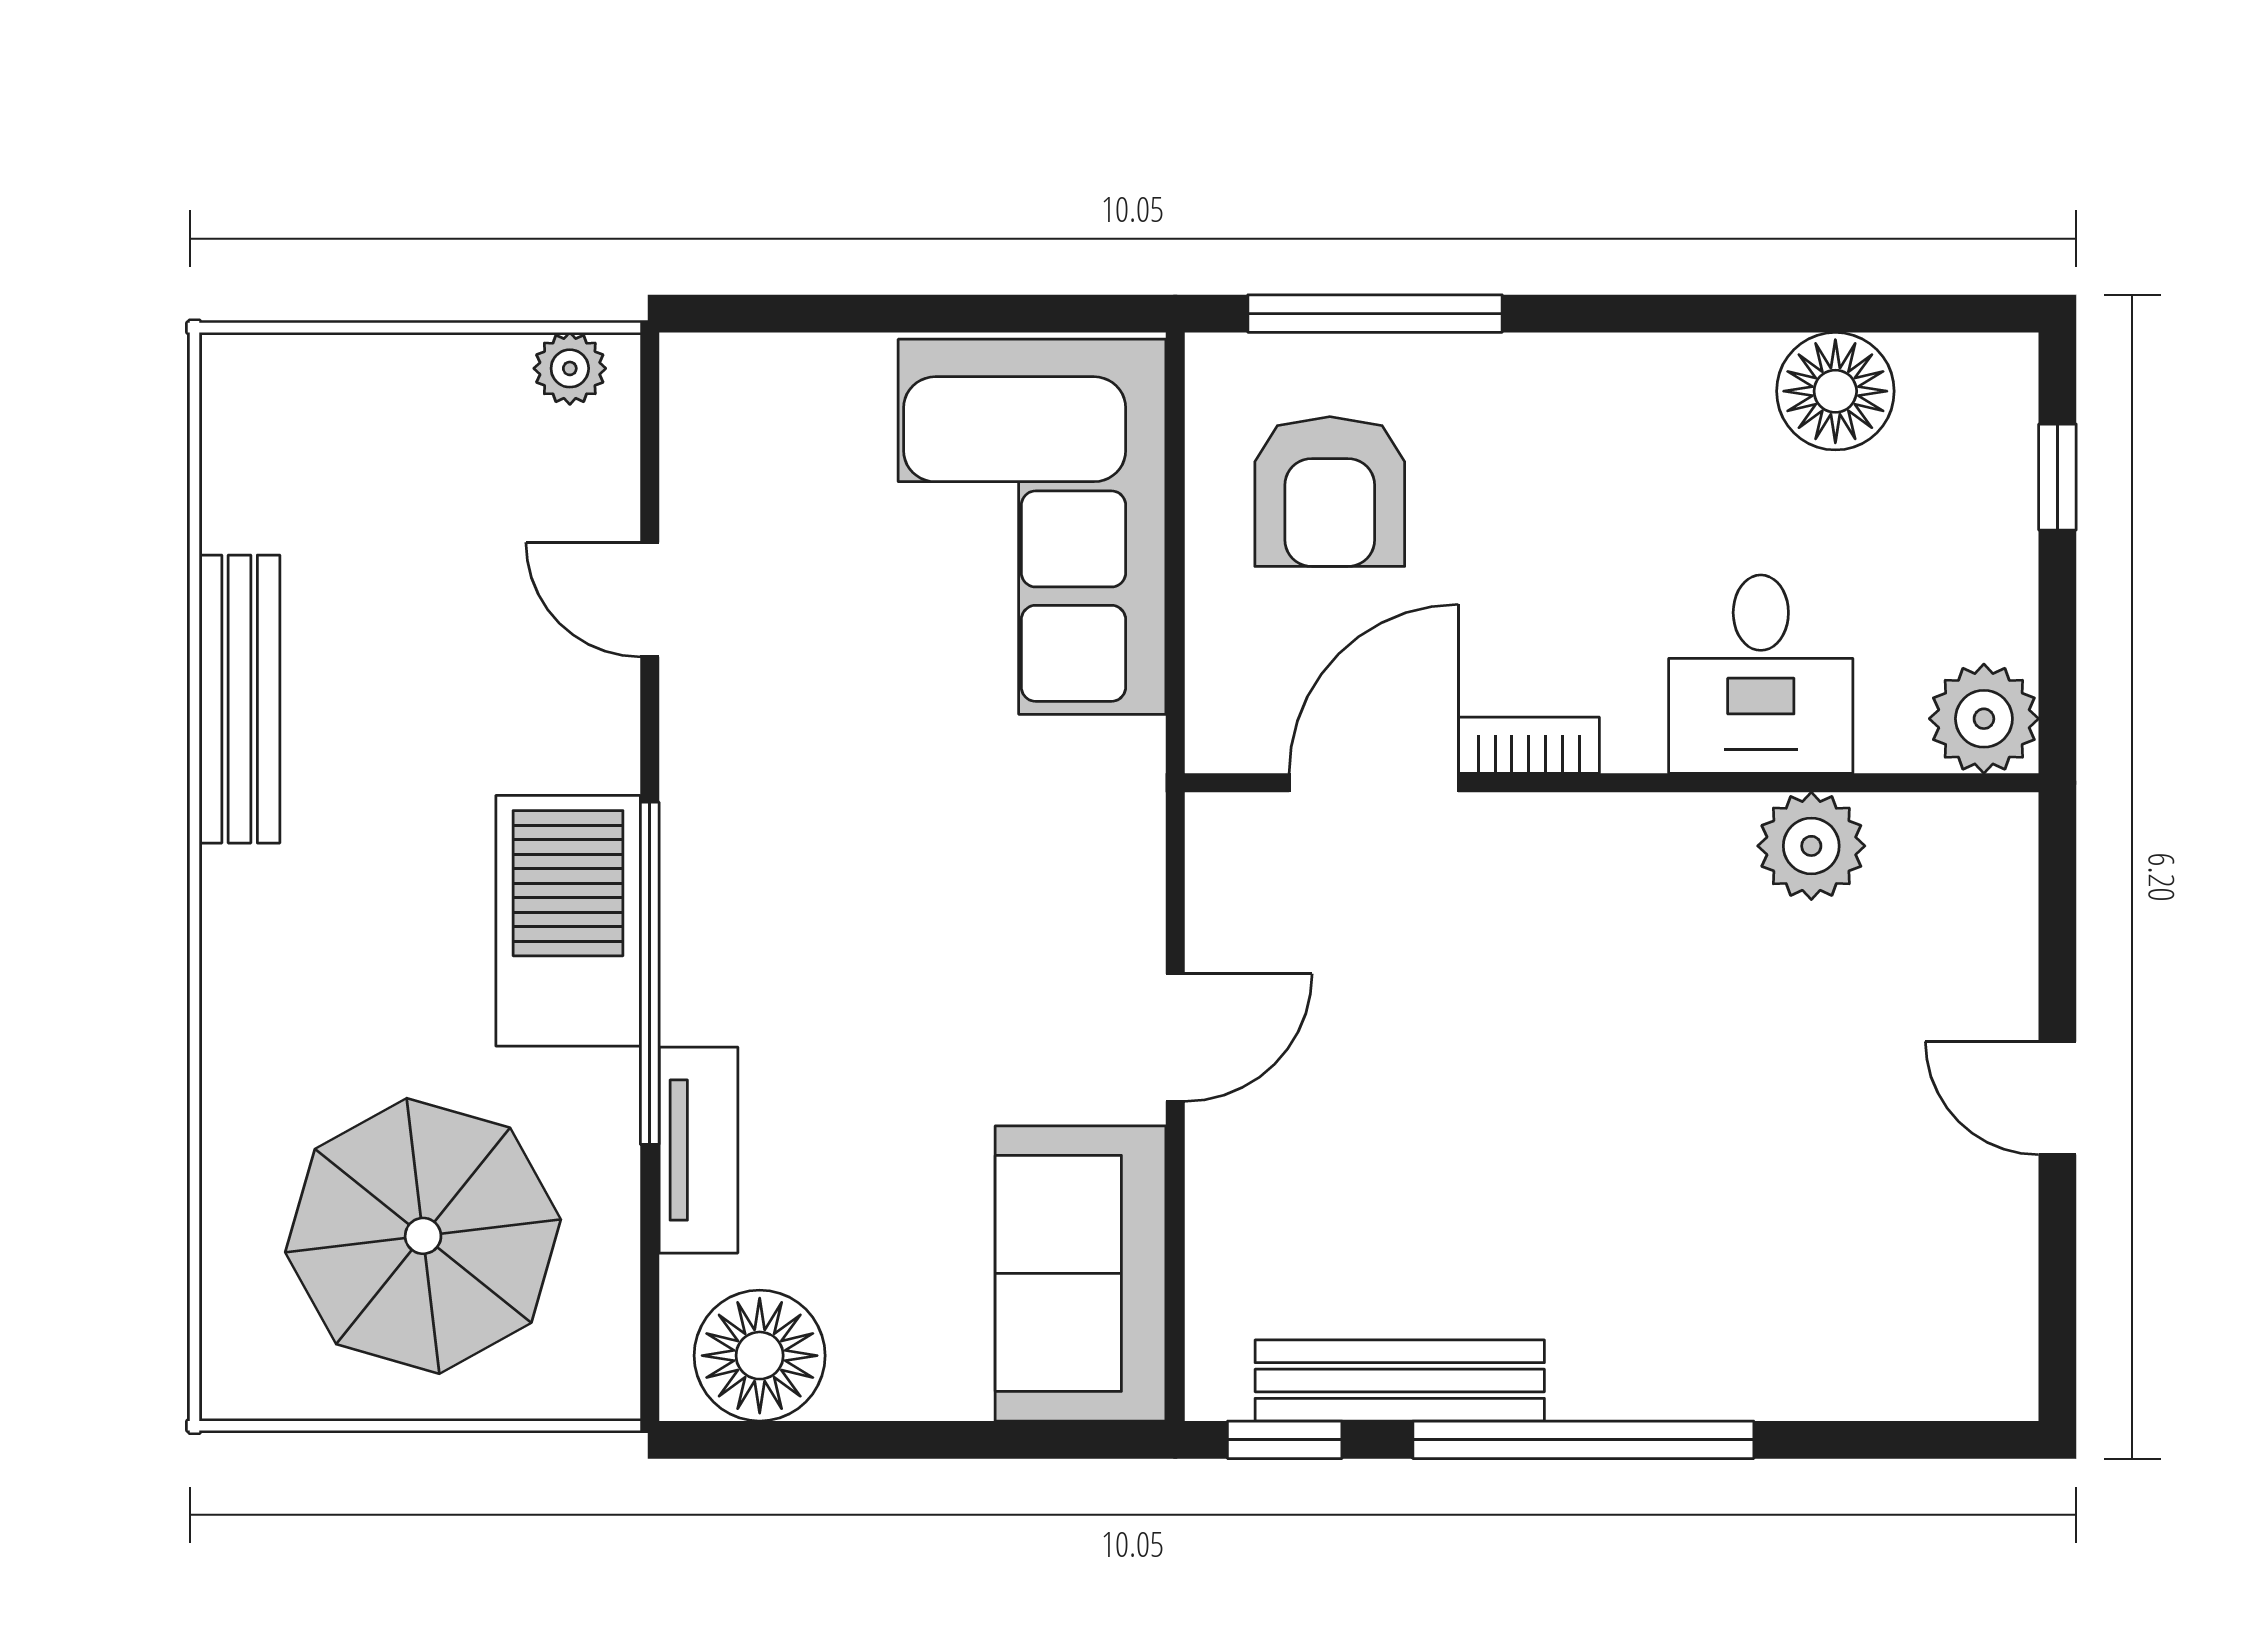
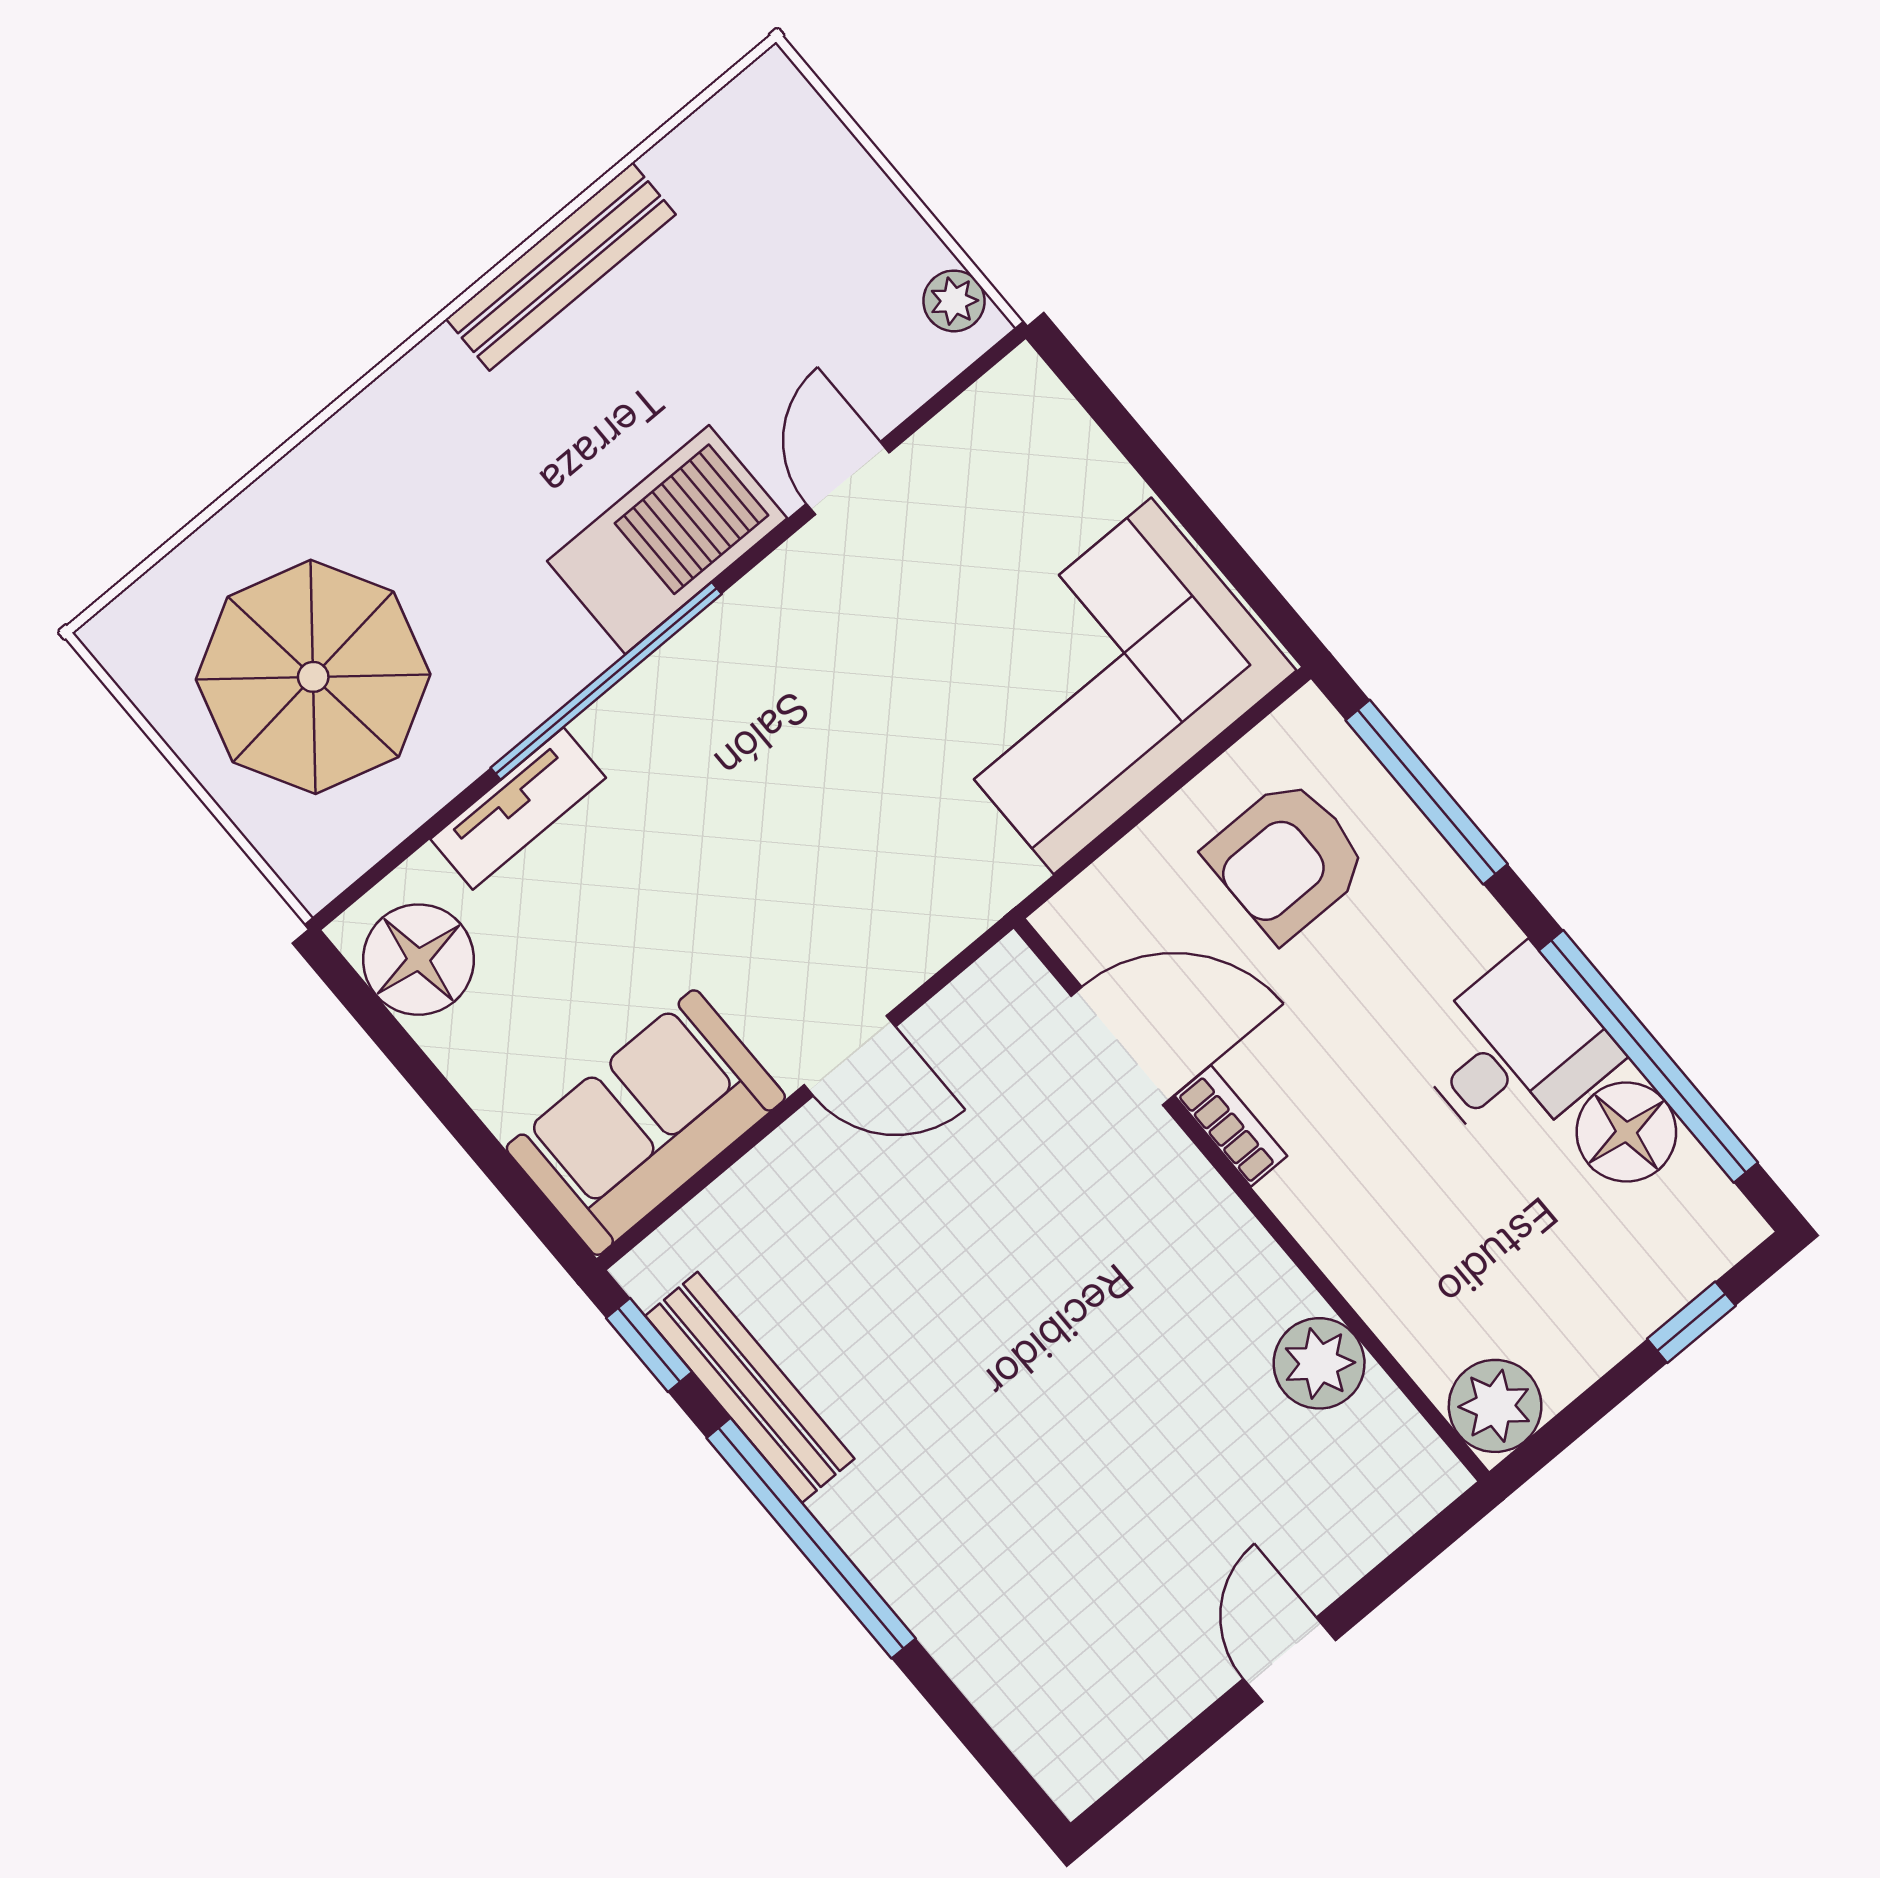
window: (1784, 314) -> (1648, 1056), added
desk: (1761, 674) -> (1514, 1052), moved, turned 180
barbecue: (568, 921) -> (667, 540), moved

